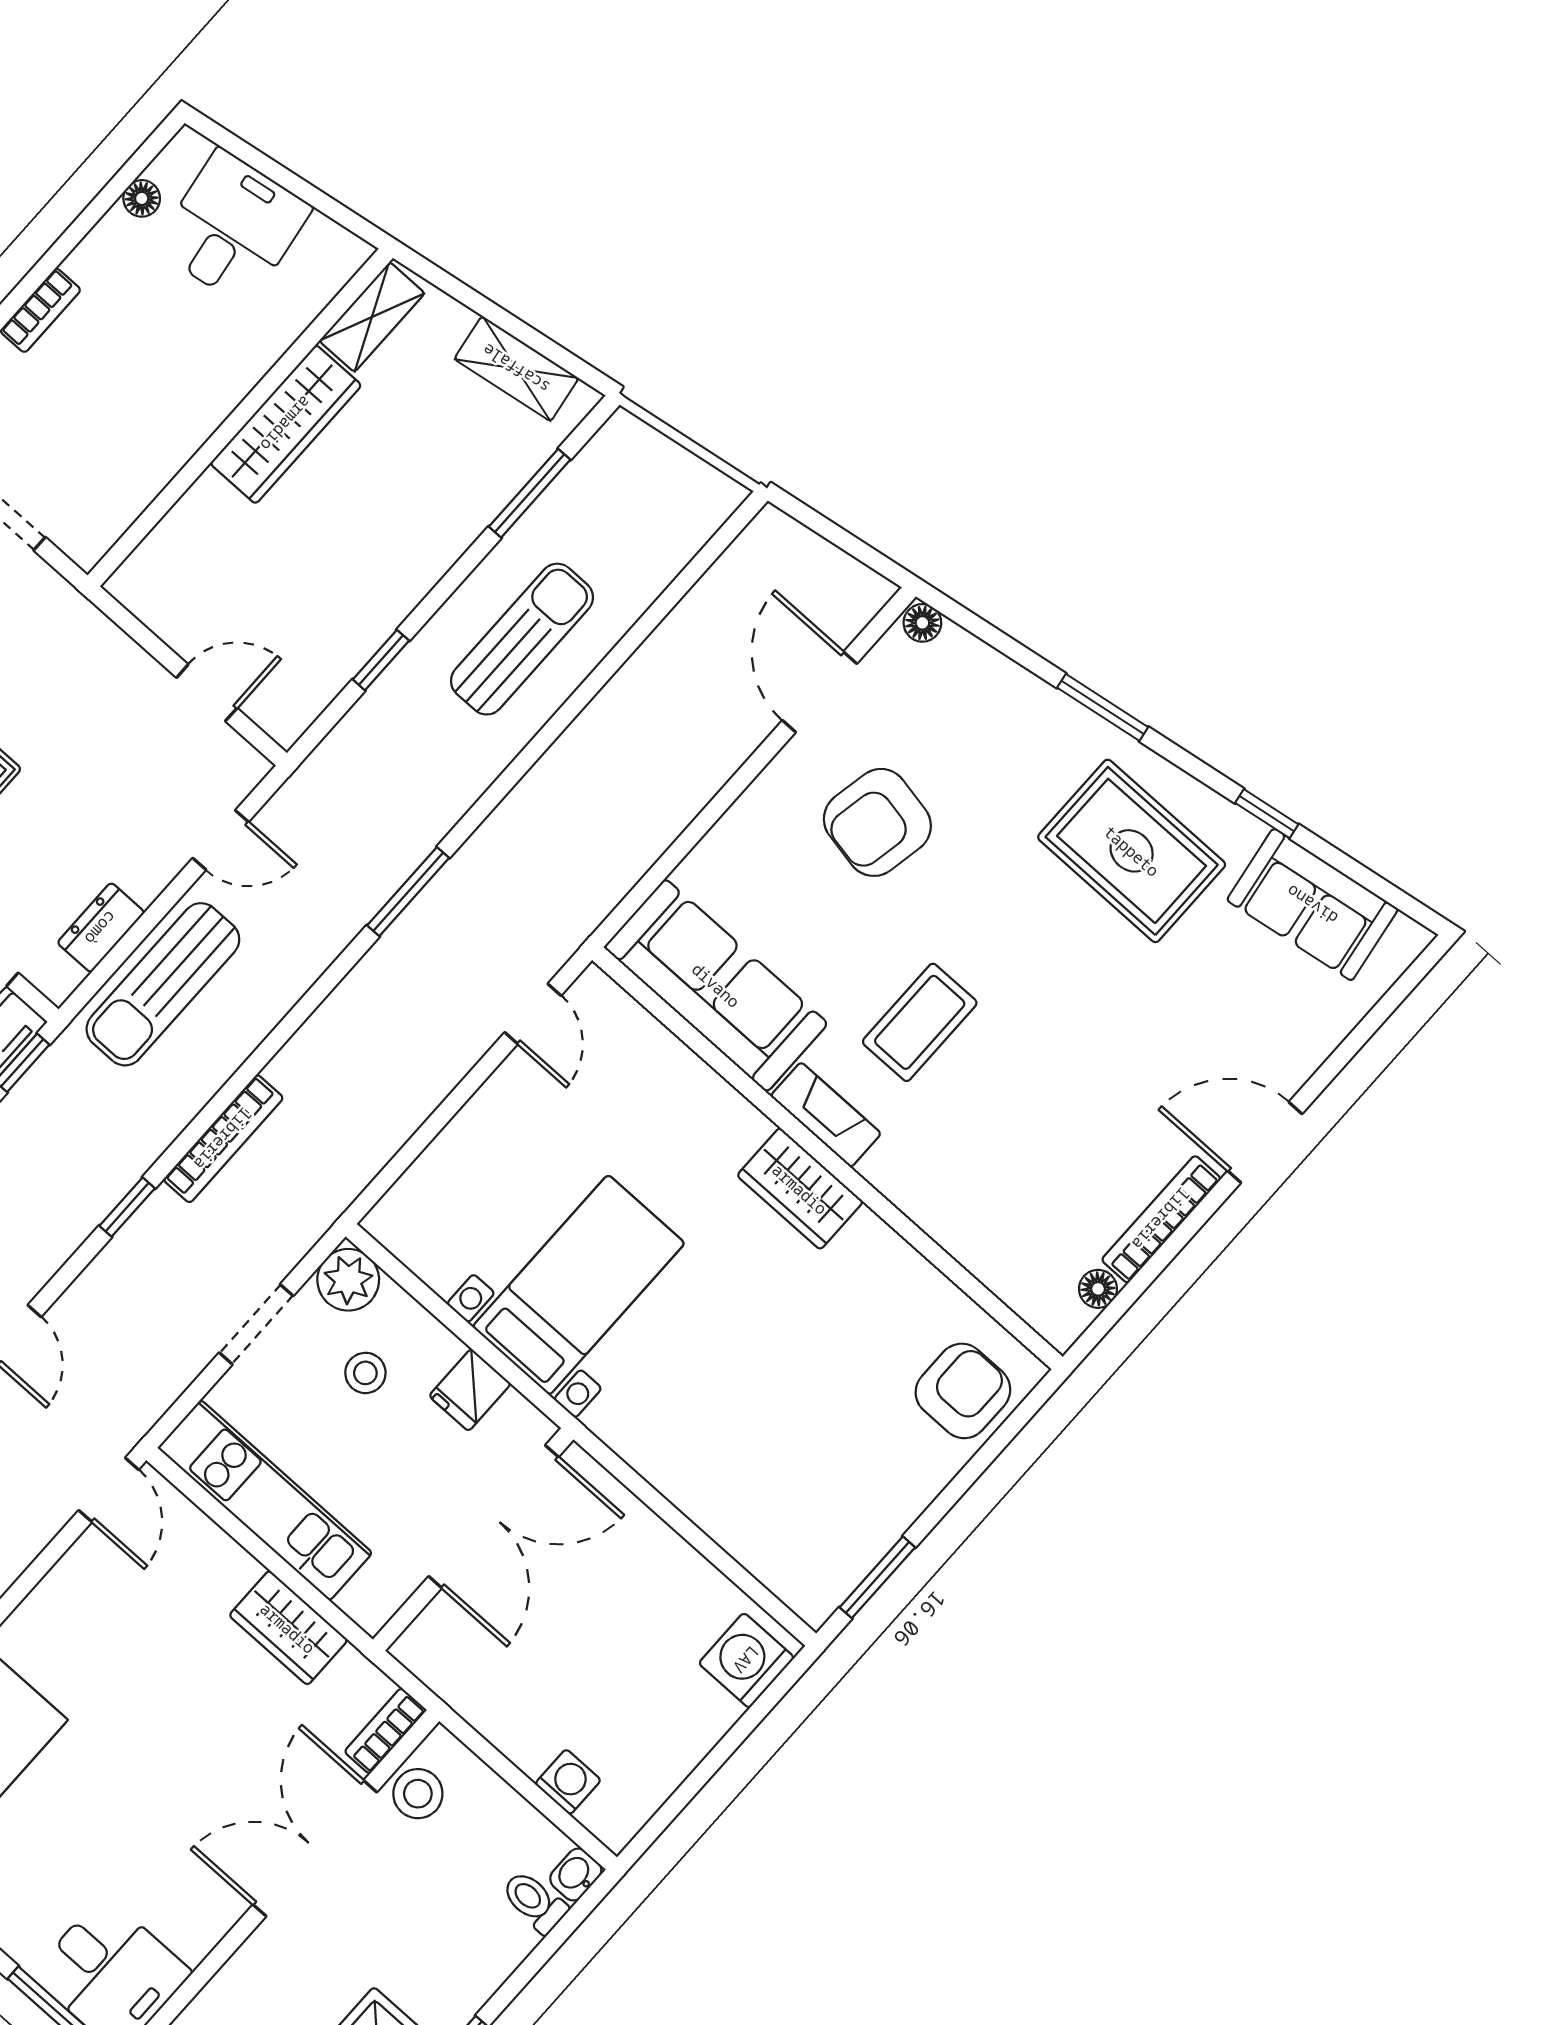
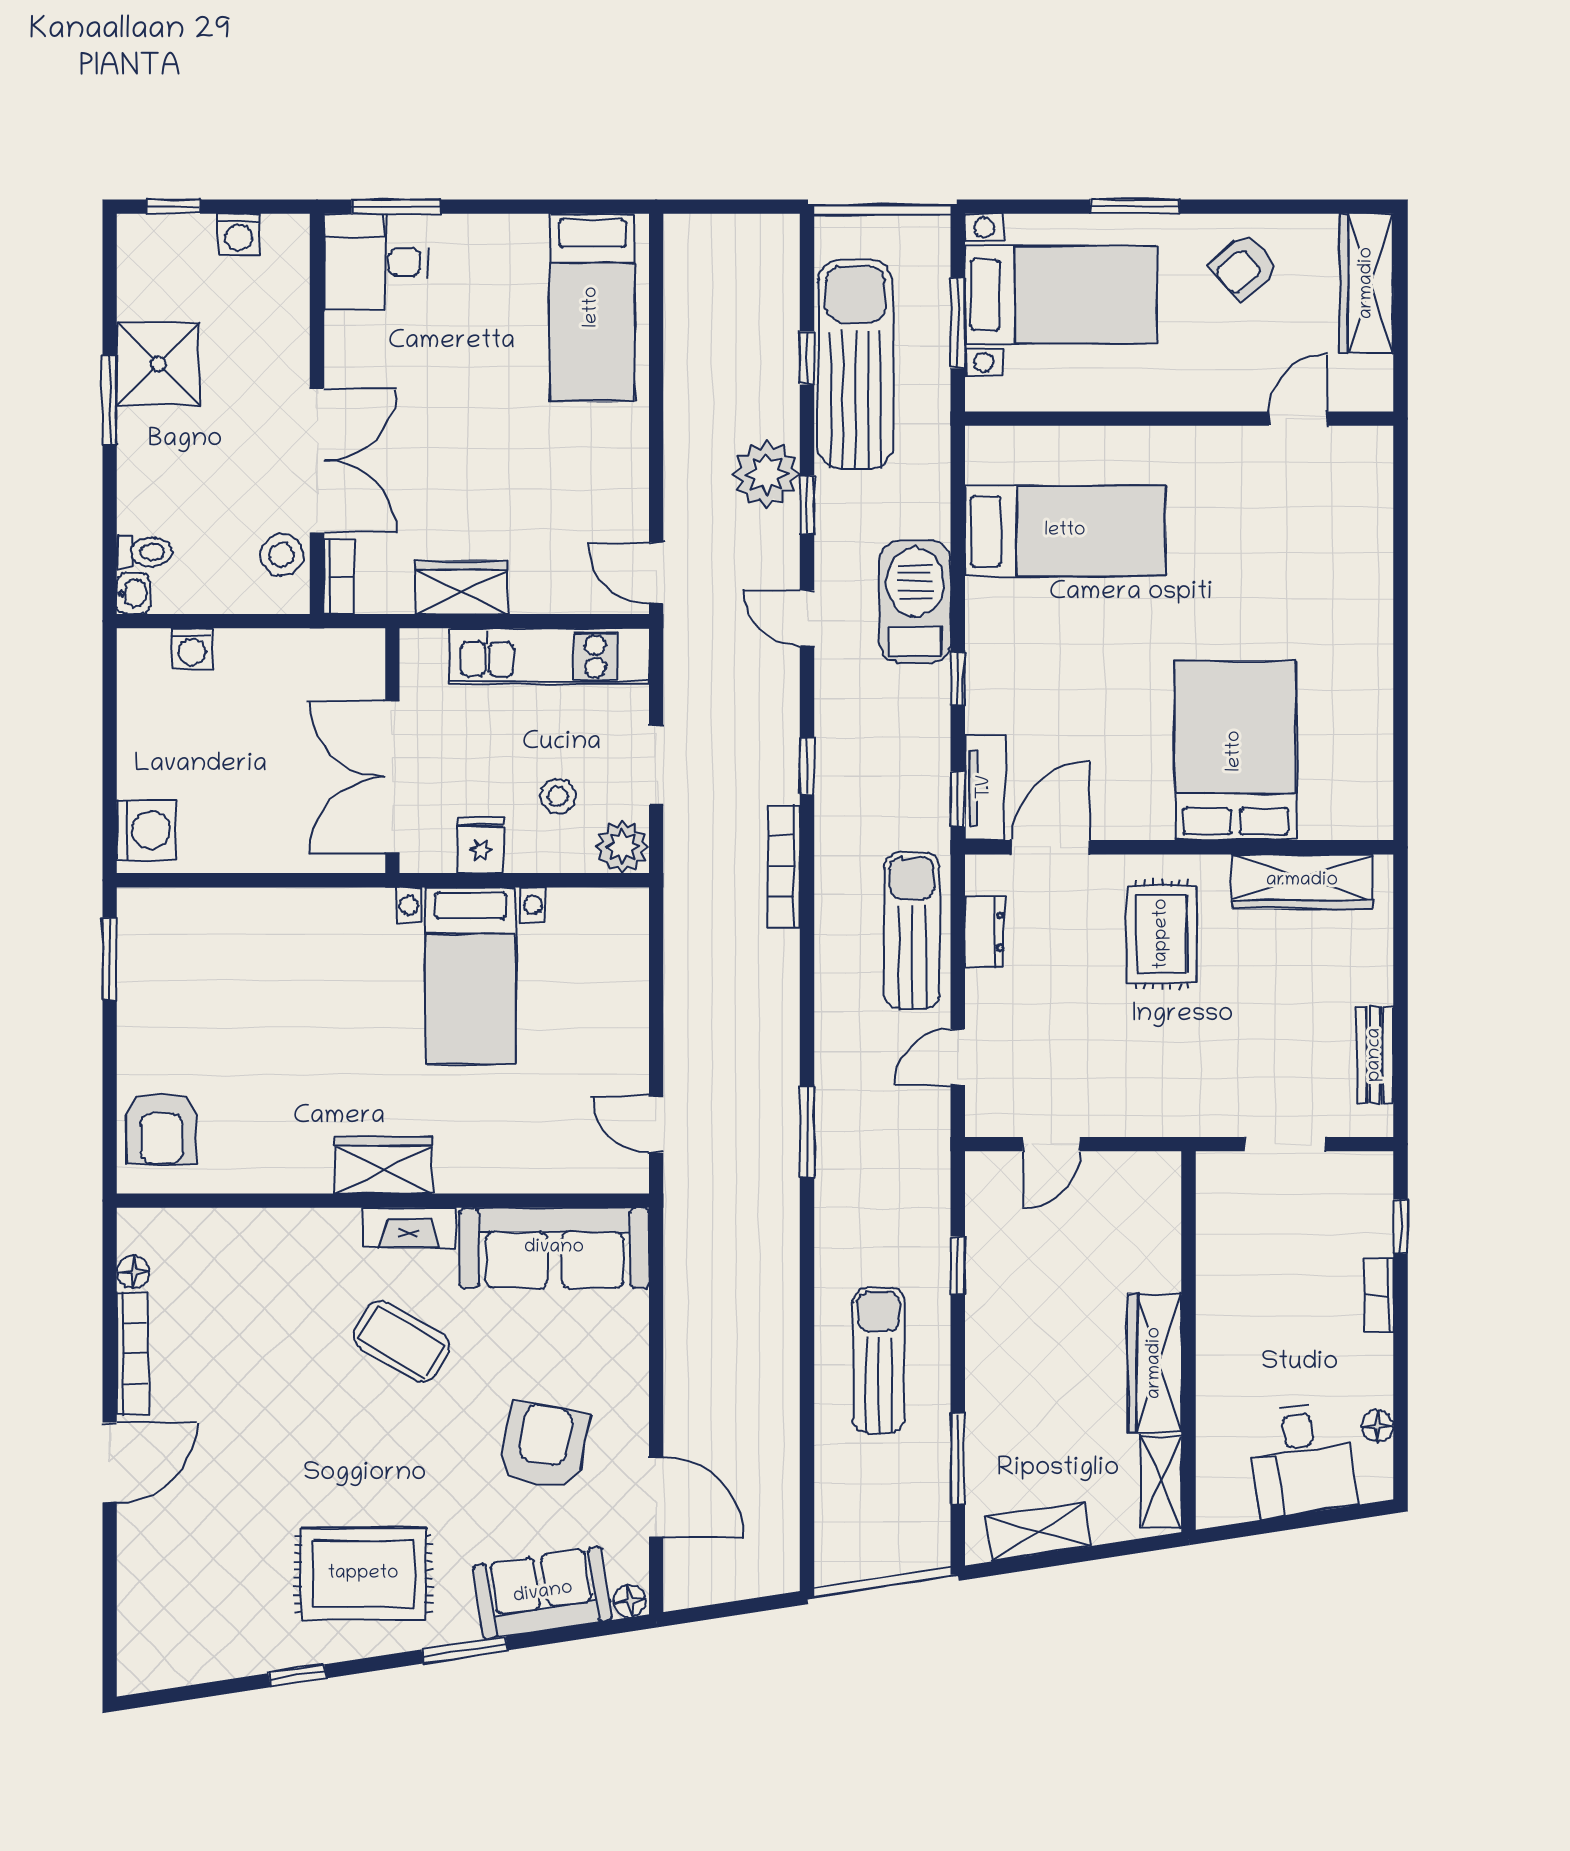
sun lounger: (522, 639) -> (879, 1360), turned 180
sofa: (1312, 905) -> (543, 1593), moved
coffee table: (920, 1022) -> (402, 1341), turned -60

